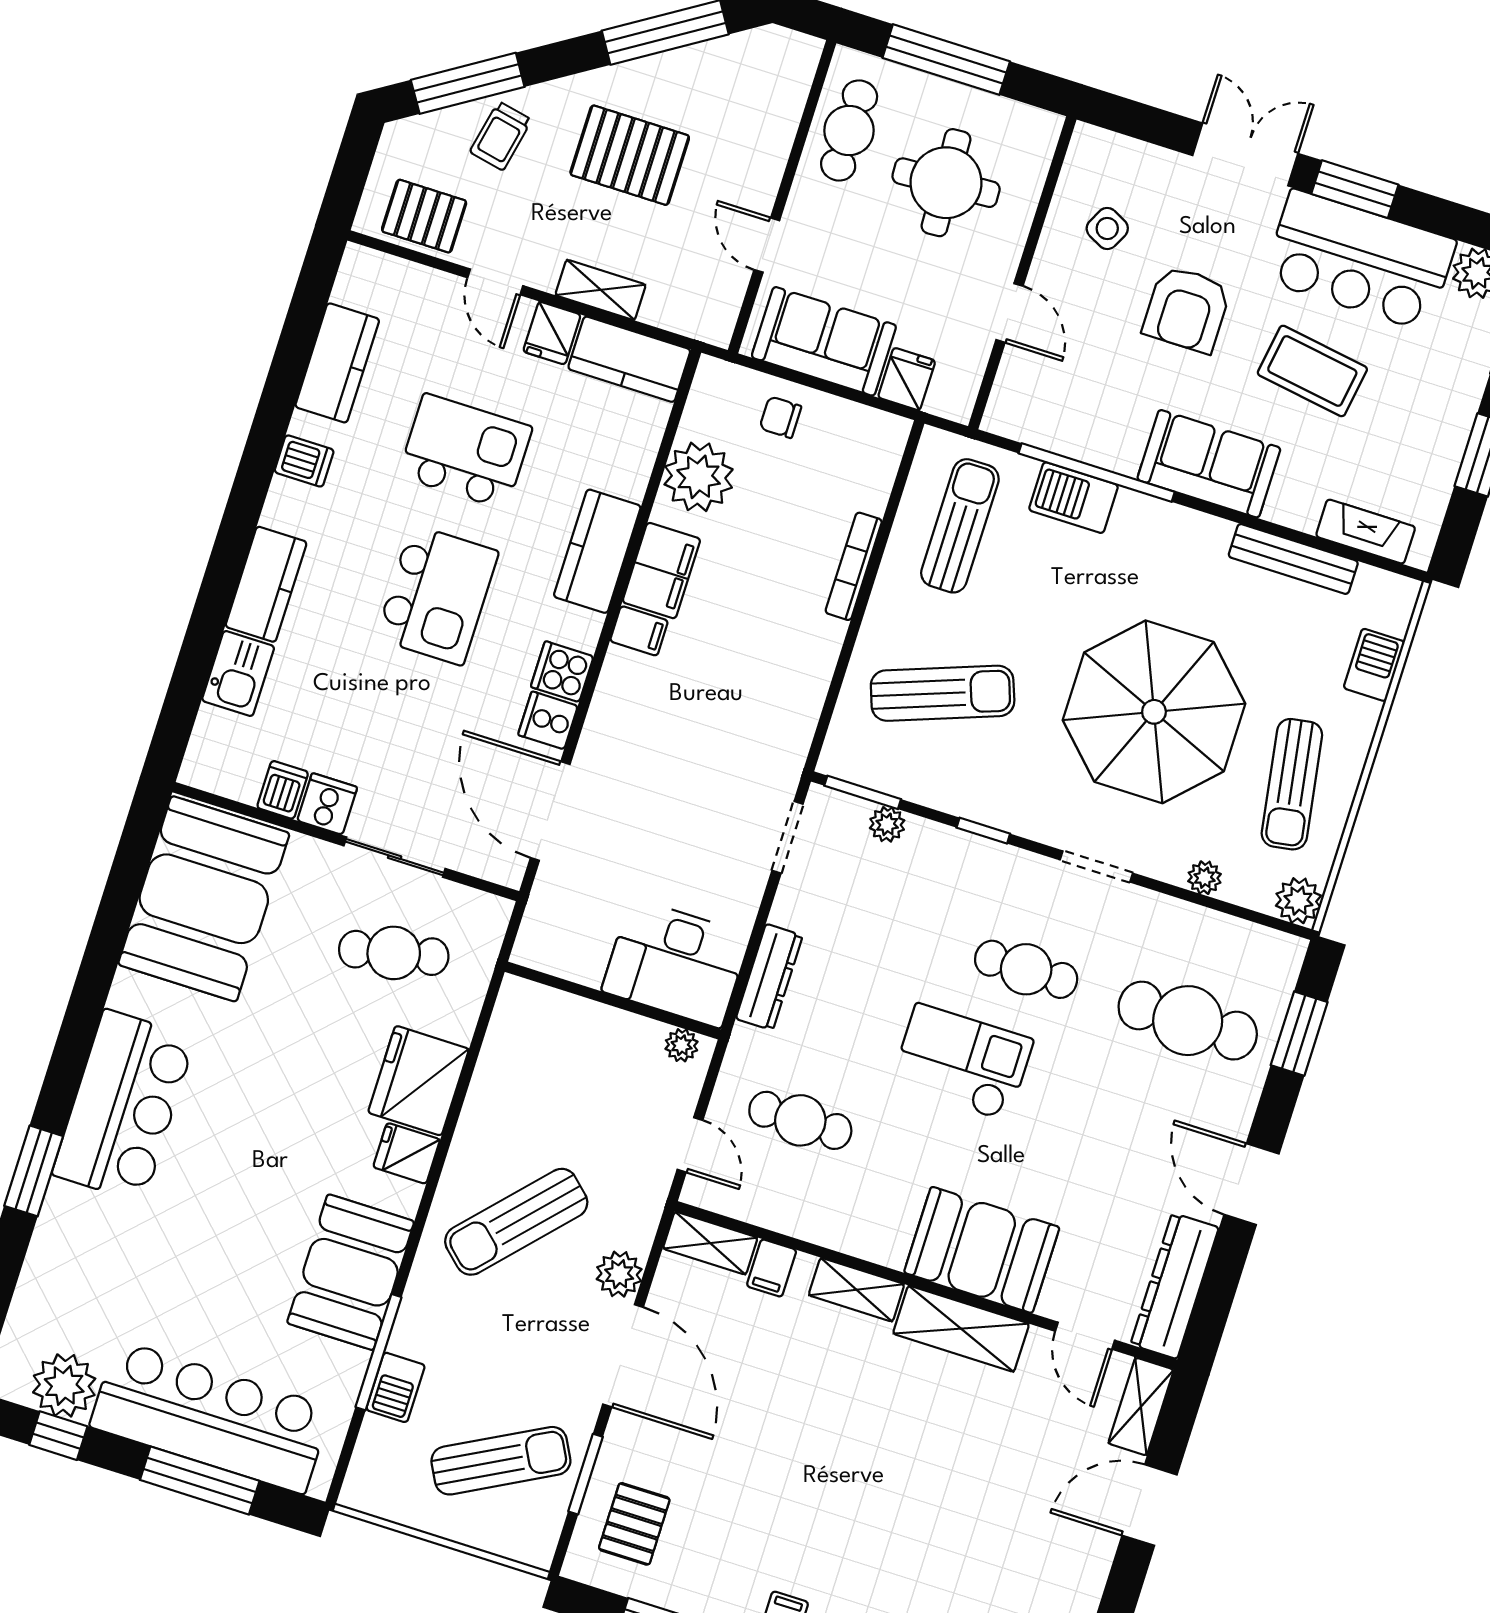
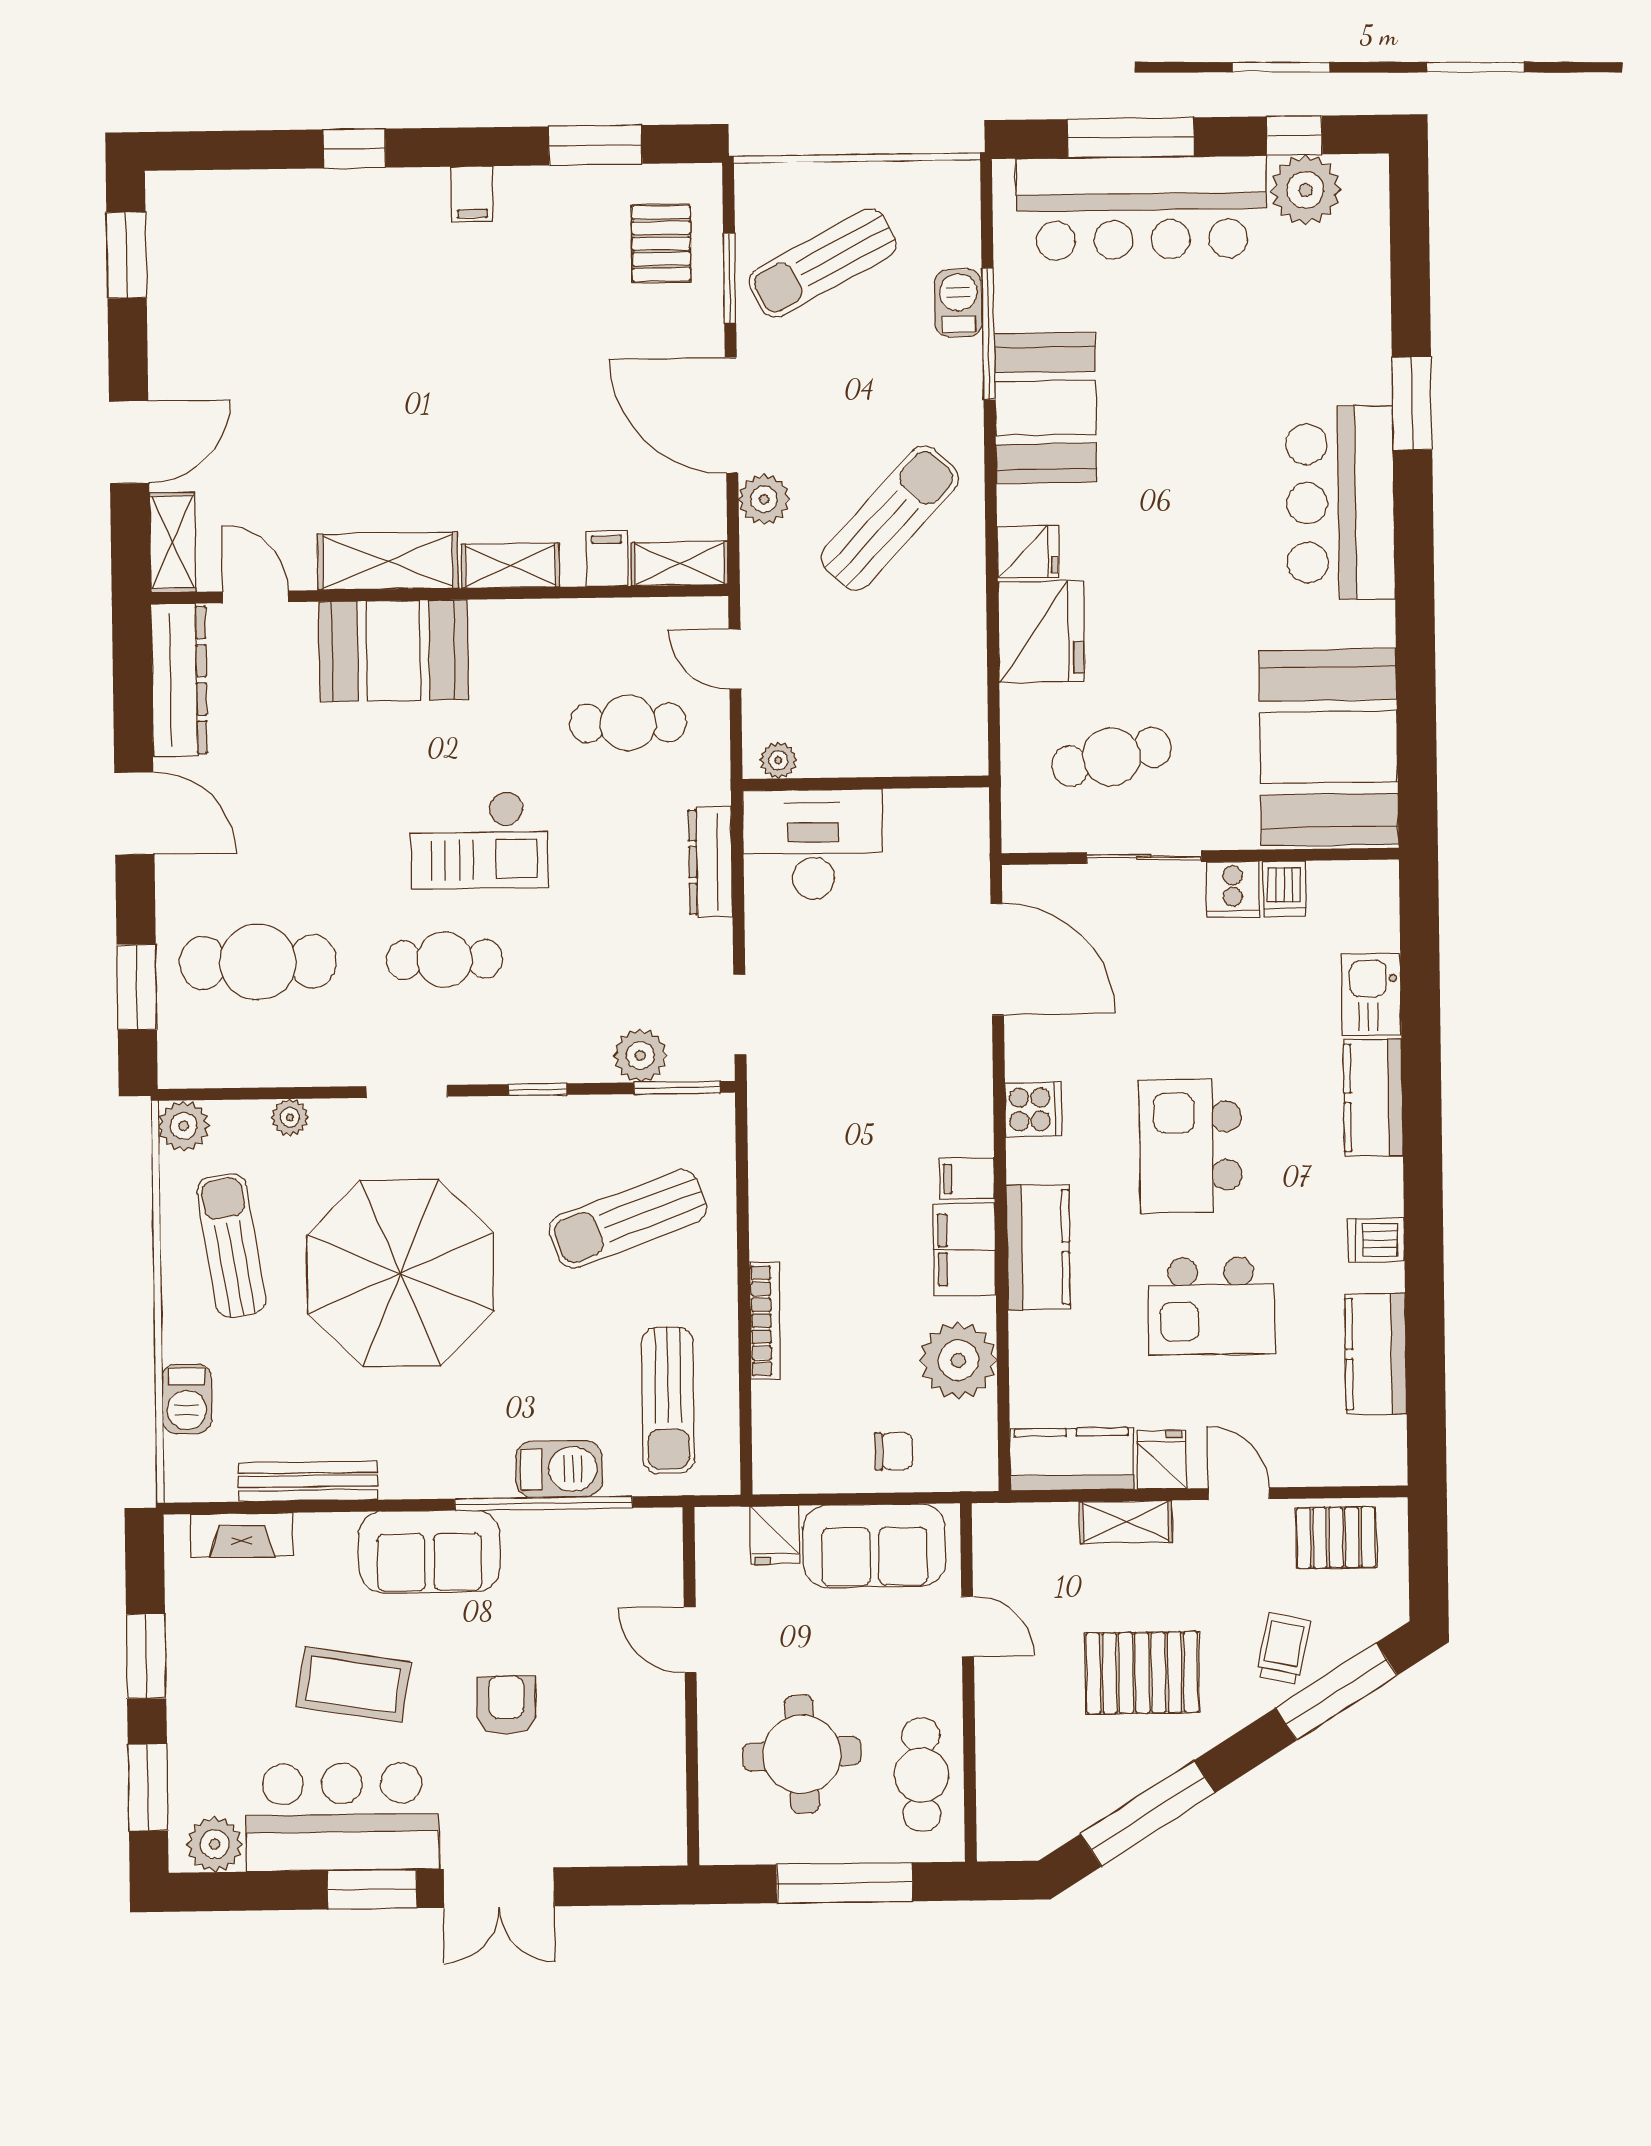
side table: (1107, 228) -> (617, 1762), removed
armchair: (1187, 309) -> (506, 1705), width x0.72, depth x0.72
cooker: (548, 720) -> (1031, 1053), removed
plant: (887, 824) -> (640, 1055), width x1.38, depth x1.38

